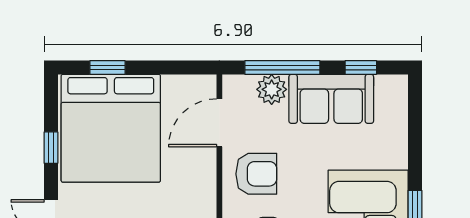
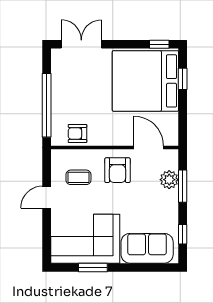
window: (282, 68) -> (183, 186), width x0.69
sofa: (331, 99) -> (147, 248), moved, turned 90
window: (51, 148) -> (159, 44), moved

